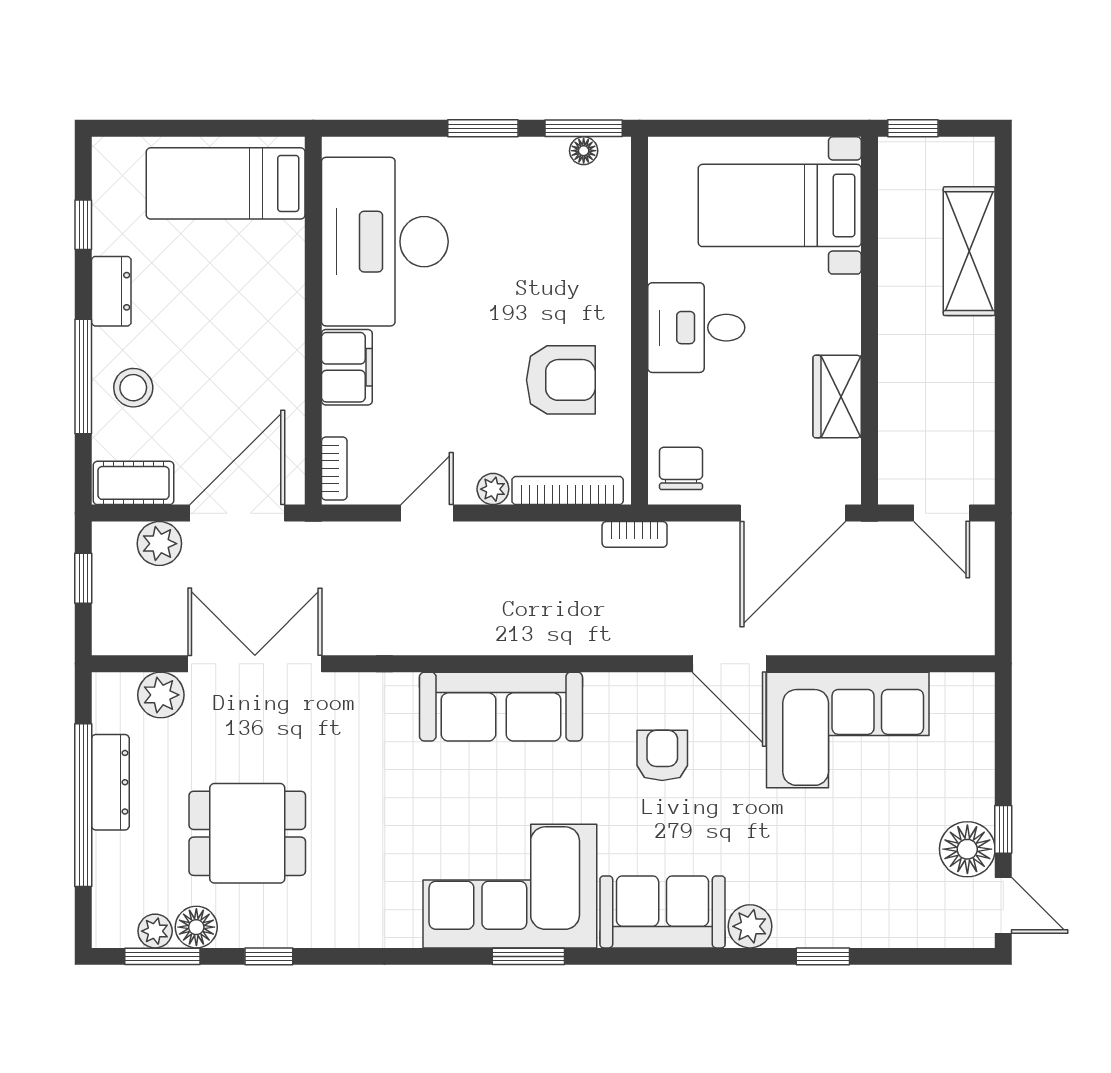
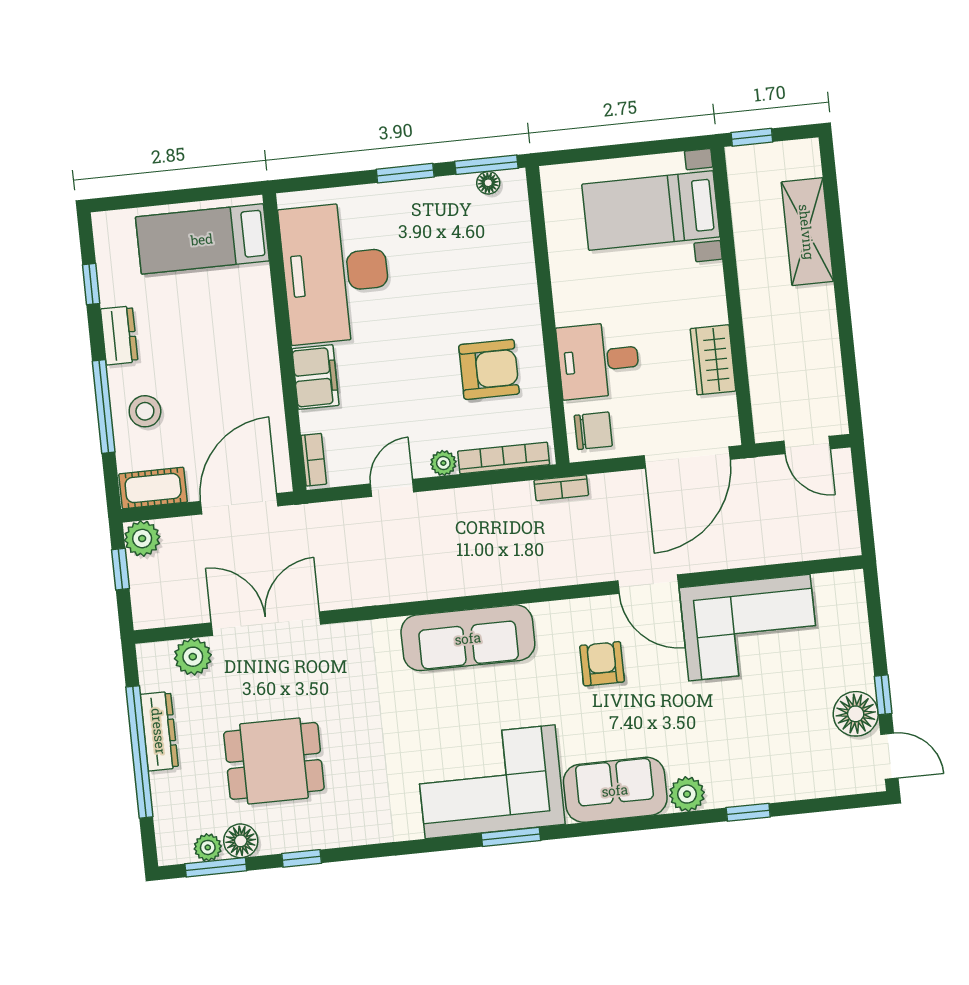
desk: (696, 328) -> (598, 360), moved
chair: (681, 468) -> (593, 431), turned 90
plant: (159, 544) -> (142, 539), moved

